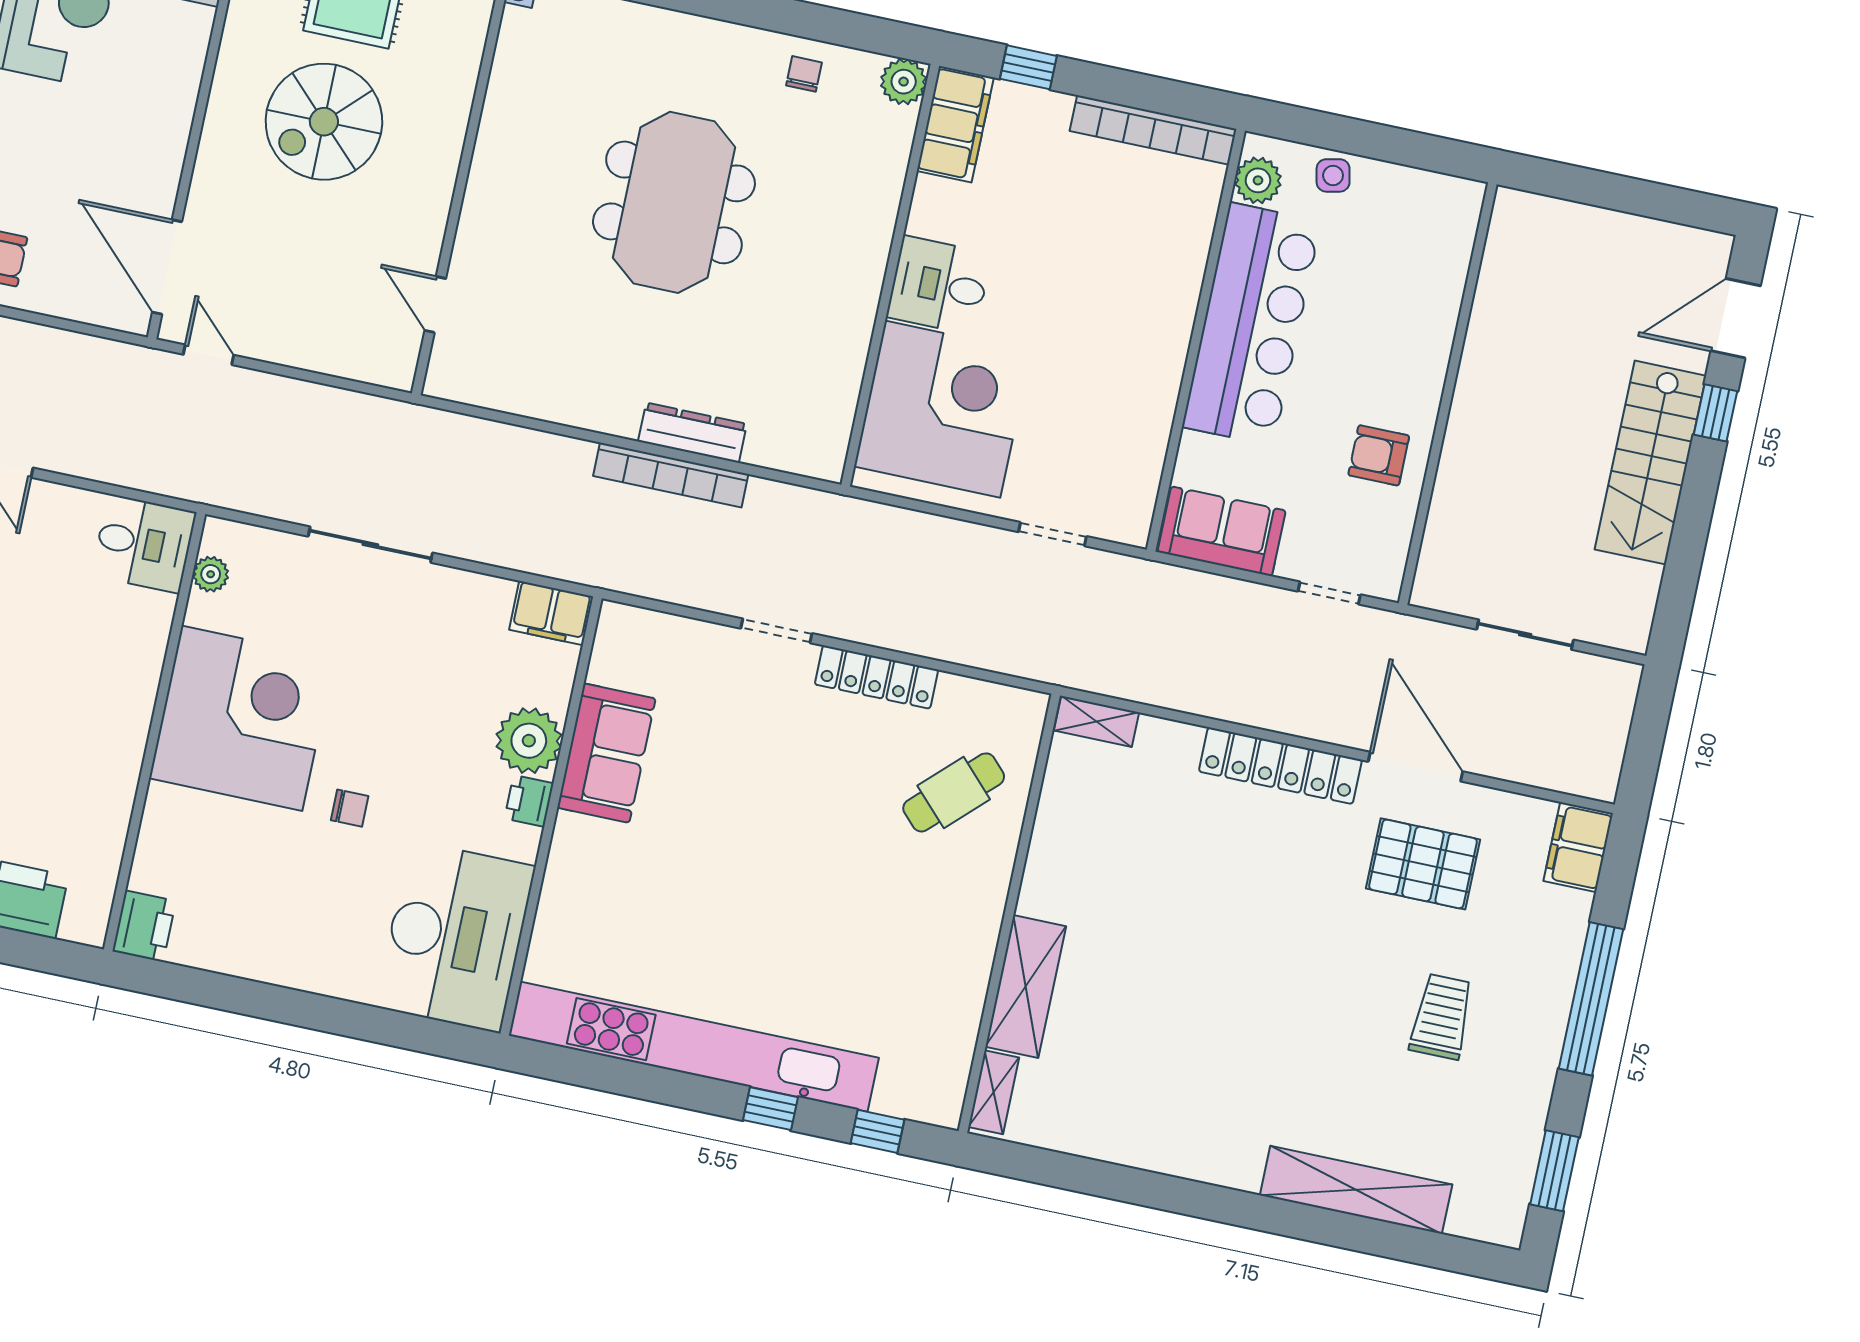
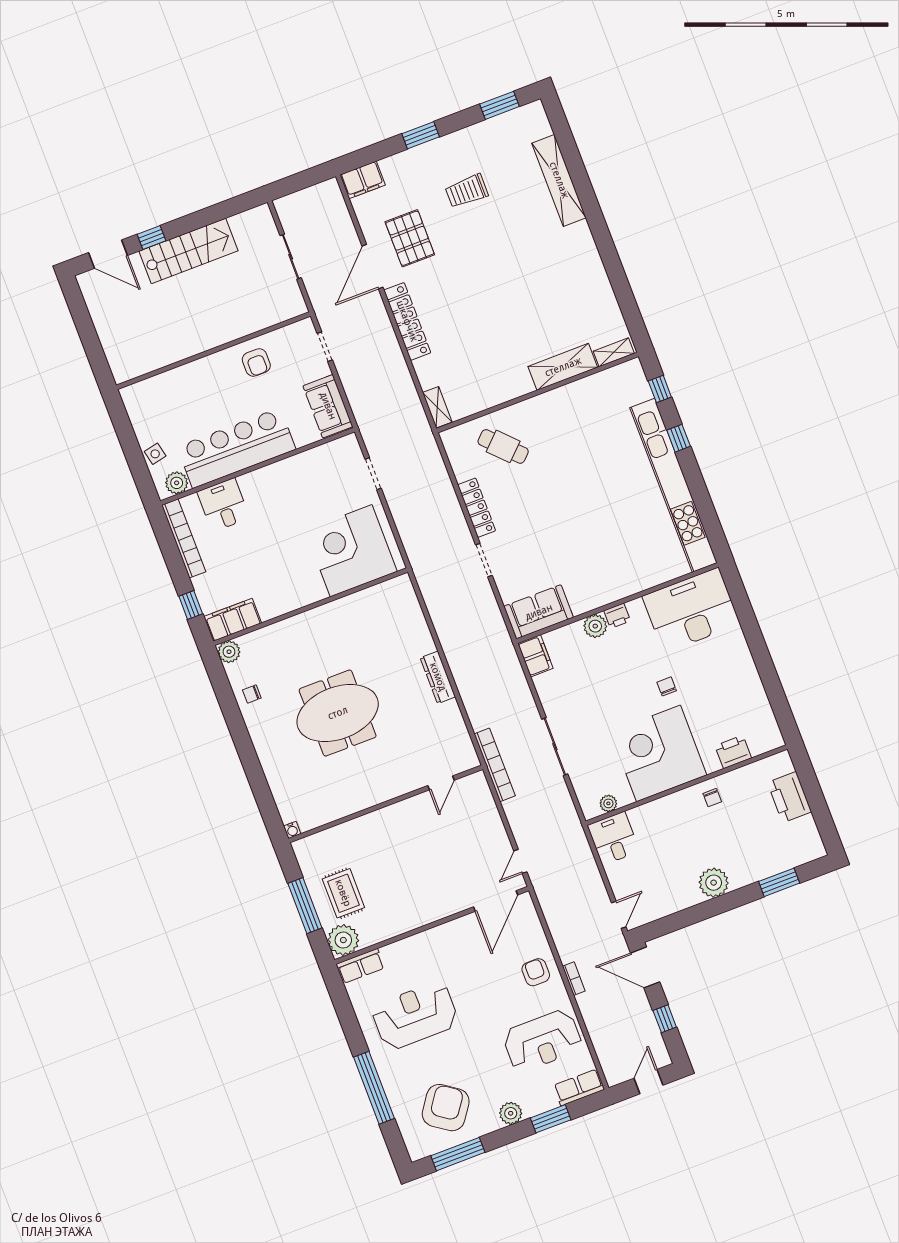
spiral stairs: (324, 122) -> (396, 875), removed
desk: (939, 285) -> (223, 505), moved, turned 180
dresser: (692, 433) -> (438, 677), moved
bookcase: (671, 475) -> (495, 765), moved
plant: (529, 741) -> (595, 626), width x0.73, depth x0.73
sofa: (606, 753) -> (539, 612), moved
chair: (104, 763) -> (712, 798), added
printer: (144, 926) -> (733, 752), moved
window: (1591, 999) -> (421, 135), width x0.47

